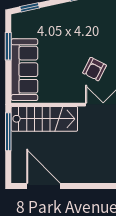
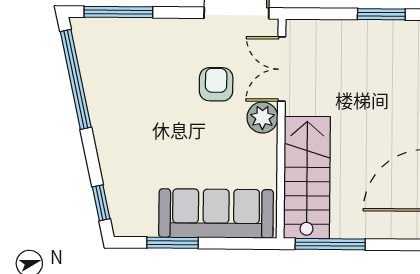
armchair: (94, 69) -> (216, 84), turned -117
plant: (77, 94) -> (262, 118), added

